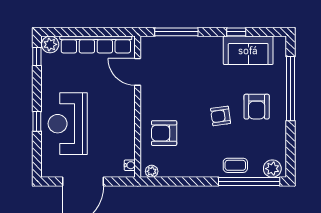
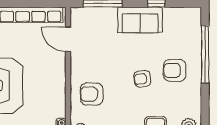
sofa: (248, 50) -> (140, 20), moved
armchair: (257, 107) -> (175, 70), turned 90

